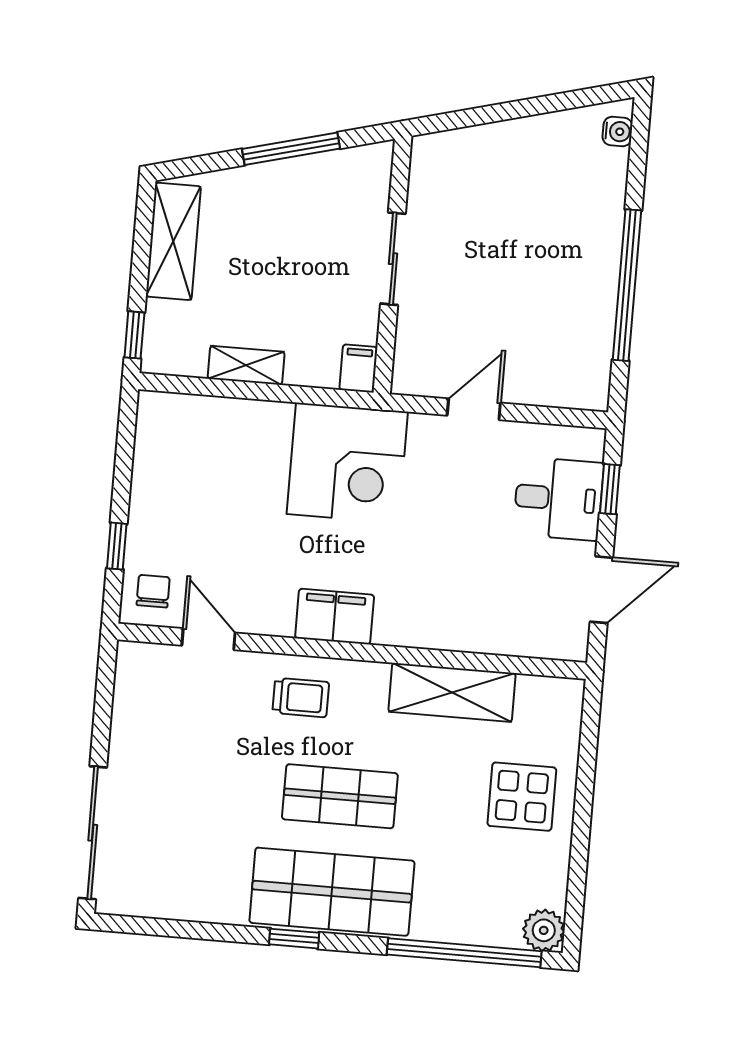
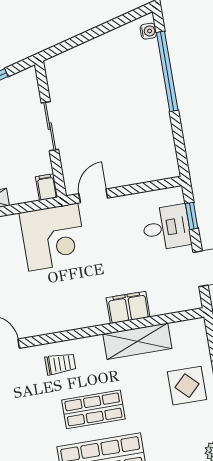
window: (627, 285) -> (167, 71), moved
door: (474, 409) -> (93, 196), moved
filing cabinet: (335, 617) -> (128, 307), moved

